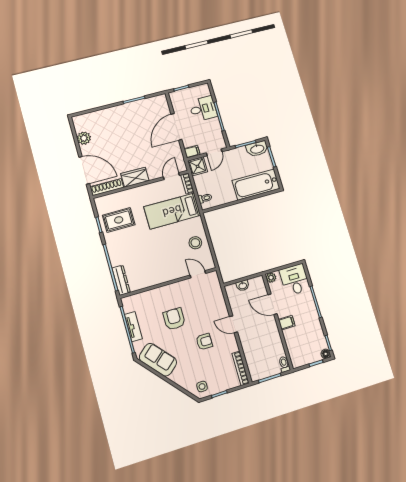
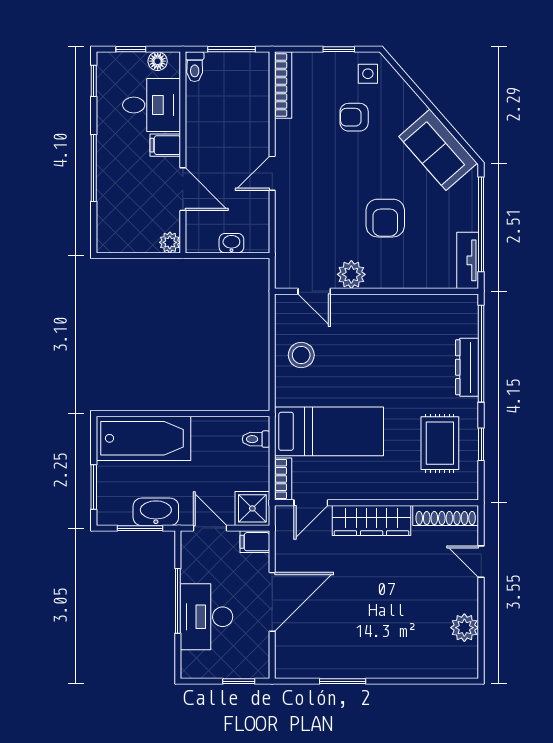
desk: (203, 109) -> (206, 617), width x1.37
washbasin: (257, 149) -> (156, 512), moved
door: (214, 152) -> (210, 528), hinge flipped
door: (84, 170) -> (481, 562), width x0.53
wardrobe: (135, 177) -> (372, 520), width x1.50
rug: (119, 220) -> (440, 443), turned 90
dresser: (121, 280) -> (467, 367), moved
desk: (295, 280) -> (152, 105), moved, turned -90
plant: (183, 287) -> (351, 274), added
door: (234, 324) -> (272, 173), swing flipped
tv unit: (133, 327) -> (468, 260), moved
armchair: (204, 342) -> (354, 117), moved
floor lamp: (326, 354) -> (158, 61), moved

